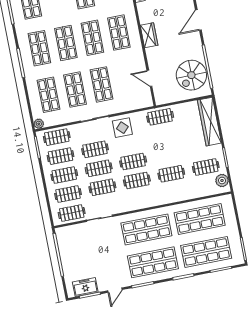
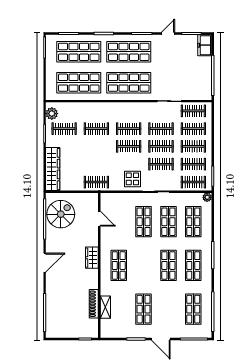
shop shelf: (92, 38) -> (144, 265), removed
freezer: (85, 287) -> (205, 45), moved, turned 90

